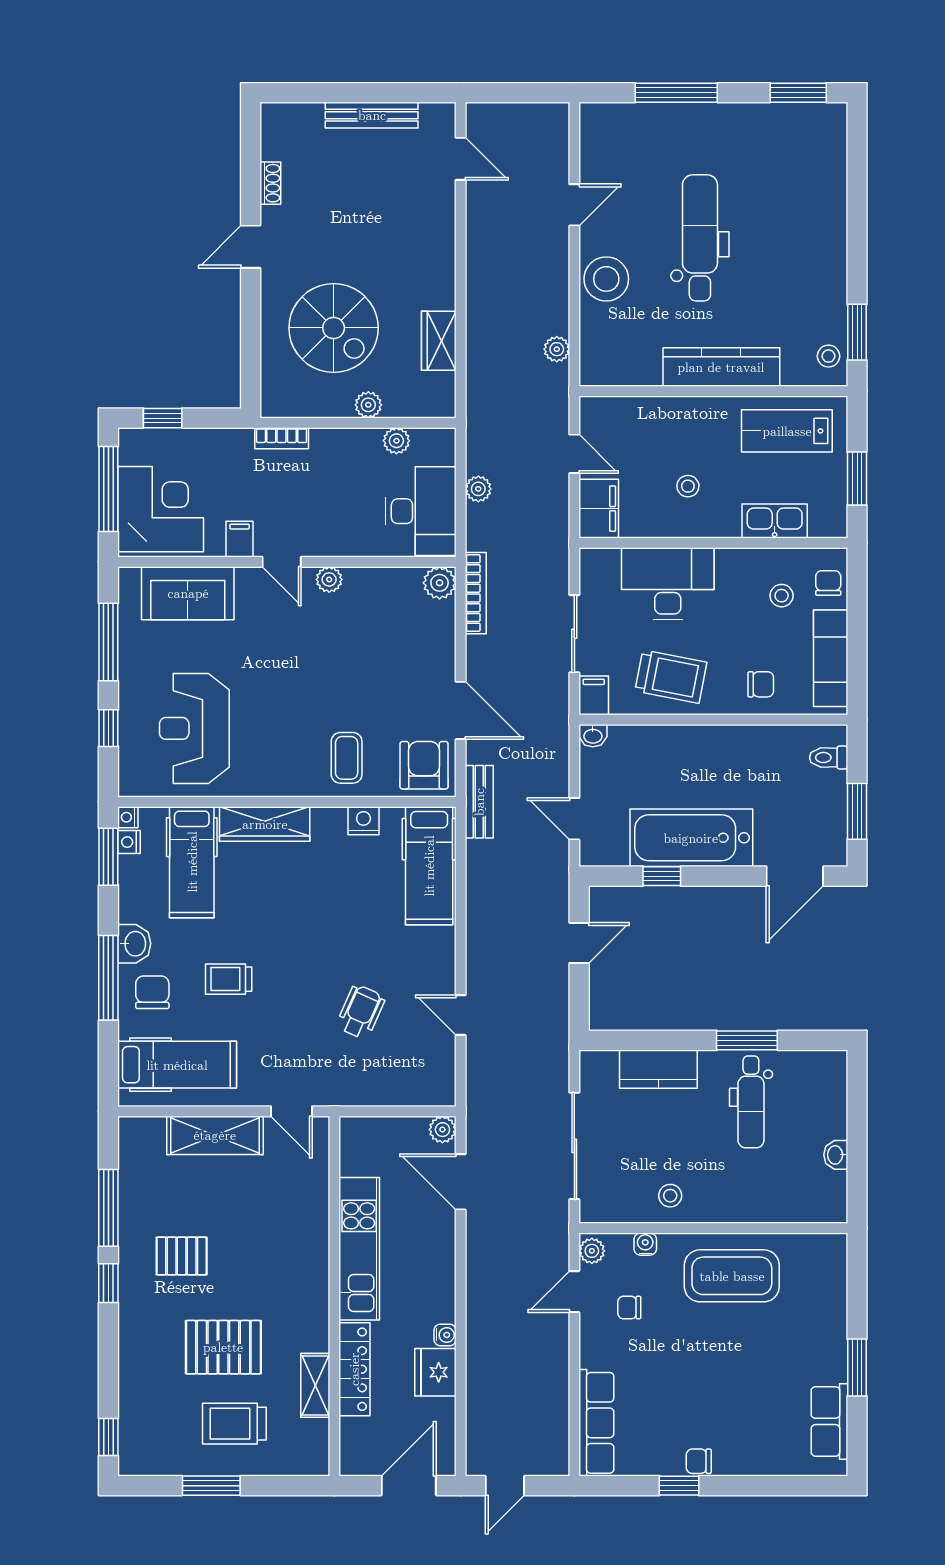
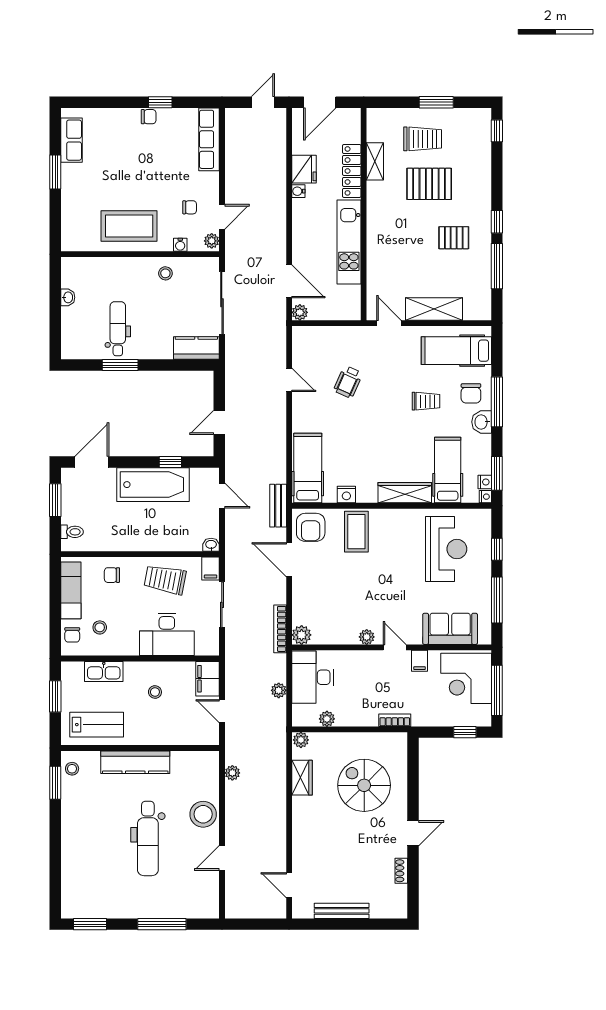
plant: (368, 405) -> (301, 740), moved
coffee table: (347, 758) -> (356, 532), width x1.36, depth x1.30
kitchen counter: (658, 1069) -> (196, 348), moved

